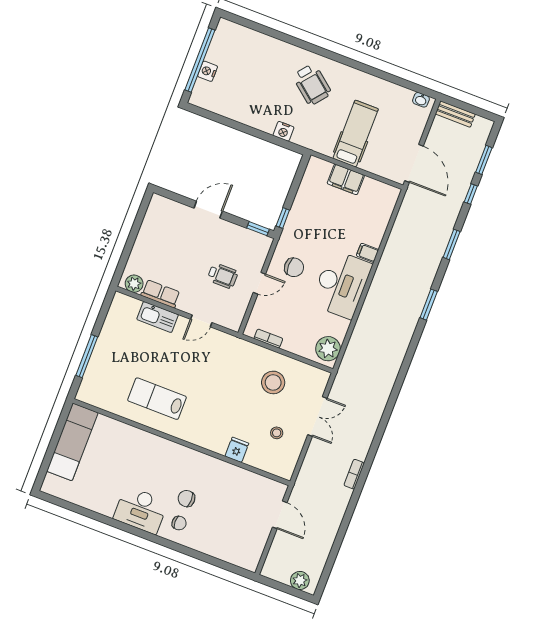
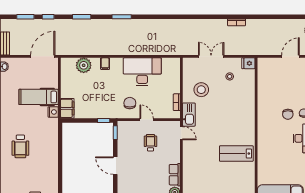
wheelchair: (312, 84) -> (20, 146), moved, turned 141
nightstand: (283, 131) -> (53, 112), moved
filing cabinet: (346, 179) -> (67, 108), moved
desk: (341, 284) -> (142, 72), moved
kitchen sink: (158, 317) -> (189, 115), moved
door: (201, 321) -> (181, 133), moved
plant: (328, 349) -> (84, 65), moved
lab bench: (157, 399) -> (236, 154), turned 90
fridge: (237, 450) -> (248, 63), moved
door: (280, 515) -> (290, 56), moved

